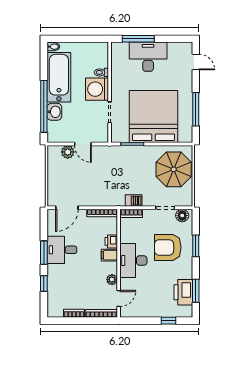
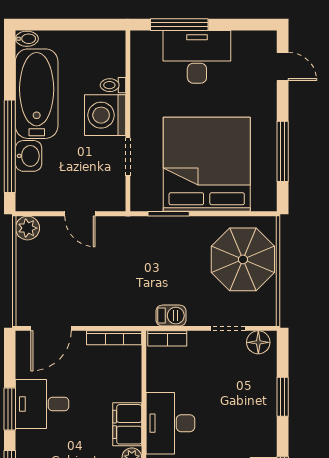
plant: (68, 152) -> (27, 228), moved
printer: (111, 241) -> (131, 389), removed
armchair: (168, 247) -> (232, 400), removed
filing cabinet: (109, 255) -> (127, 424), width x2.00

